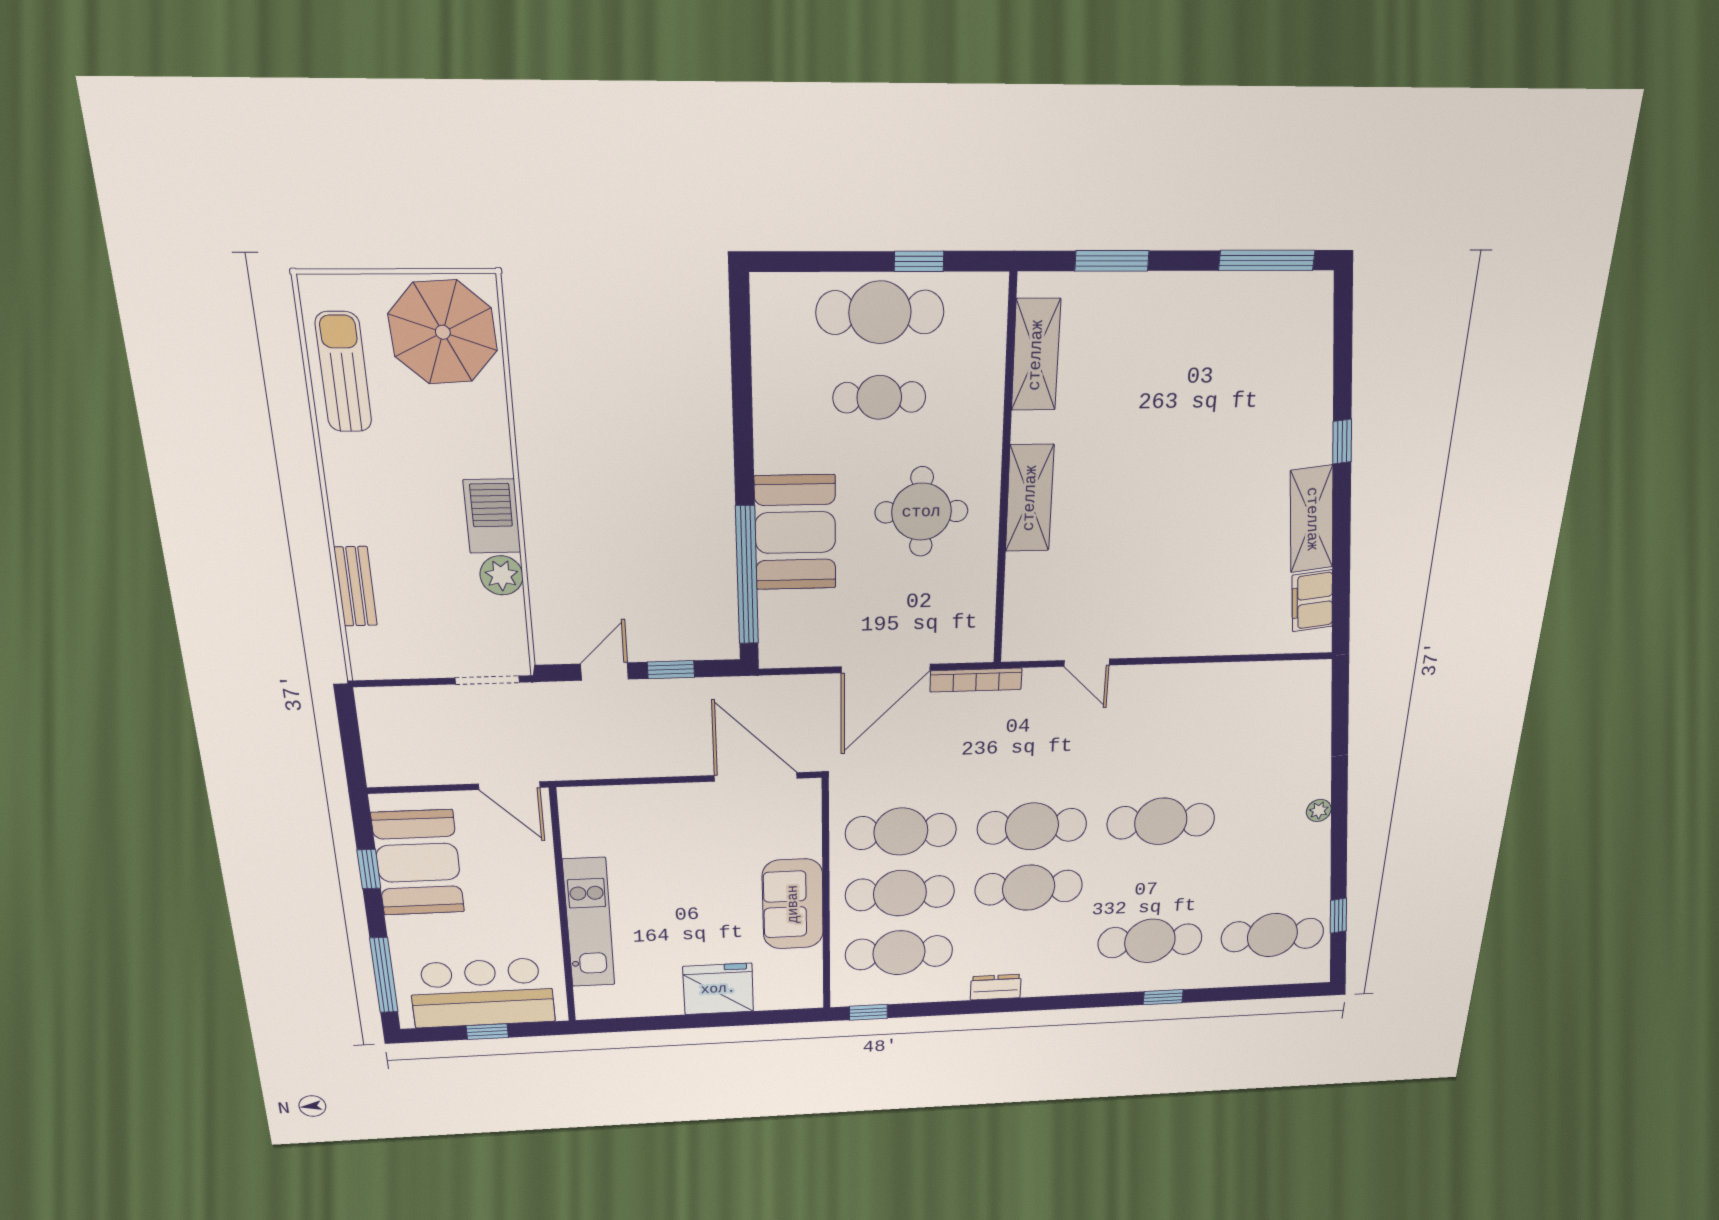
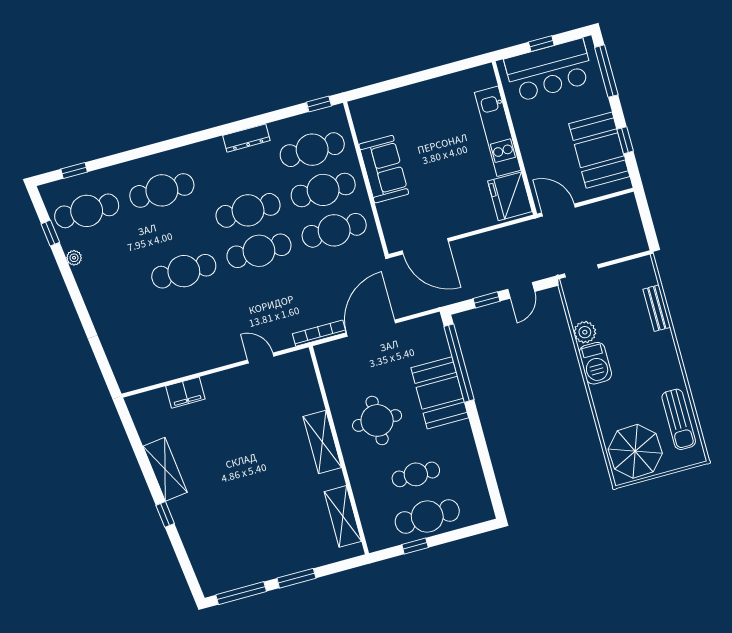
window: (1112, 261) -> (296, 578), moved
filing cabinet: (1312, 601) -> (185, 393), moved, turned 97
plant: (1319, 810) -> (74, 258), moved
dresser: (996, 987) -> (246, 138), width x1.44
fridge: (718, 989) -> (510, 196), moved, turned 90
window: (1163, 997) -> (74, 171), moved

